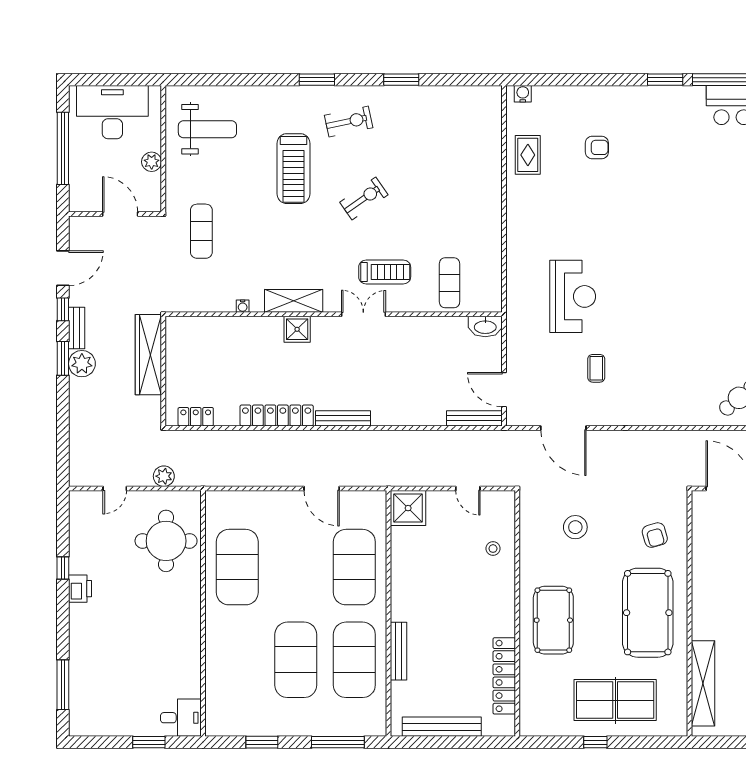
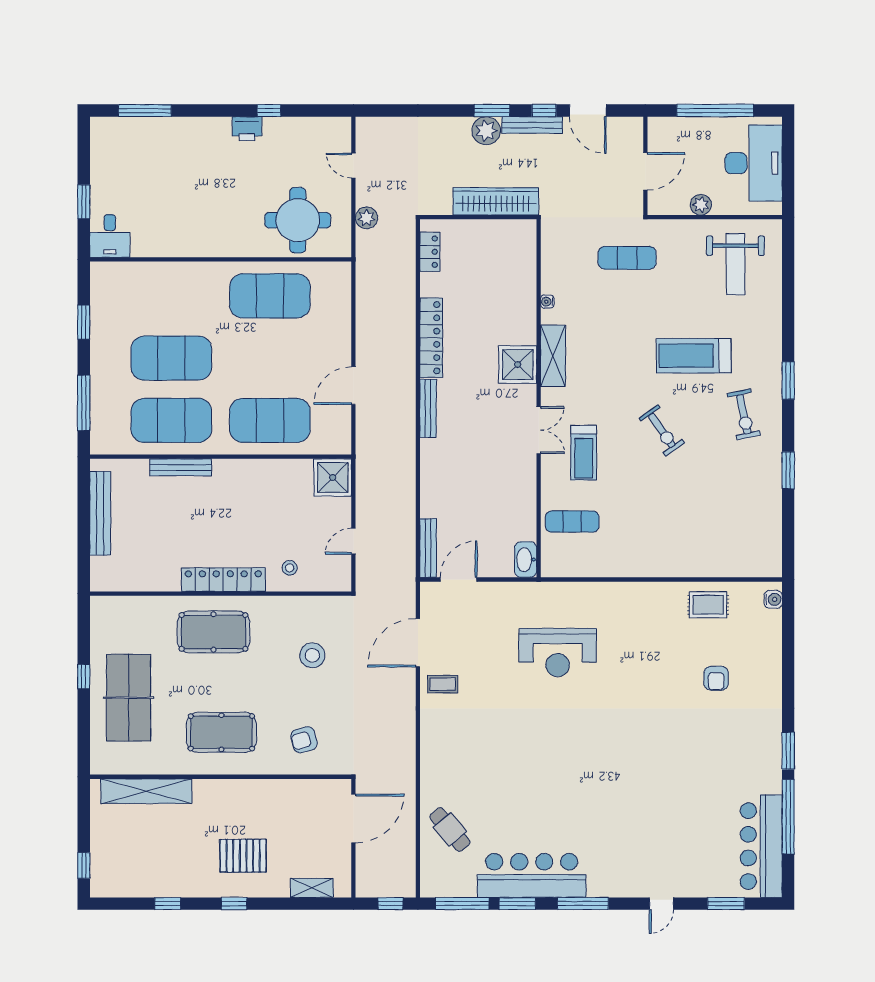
bench: (77, 328) -> (532, 125), width x1.36
shower: (297, 329) -> (518, 365), width x1.36, depth x1.36
coffee table: (596, 368) -> (443, 684), moved
pool table: (648, 613) -> (221, 732), width x0.73, depth x0.76
locker: (504, 676) -> (223, 580), moved

